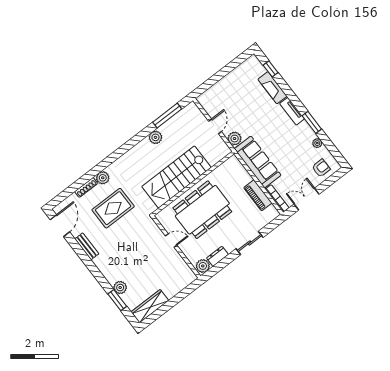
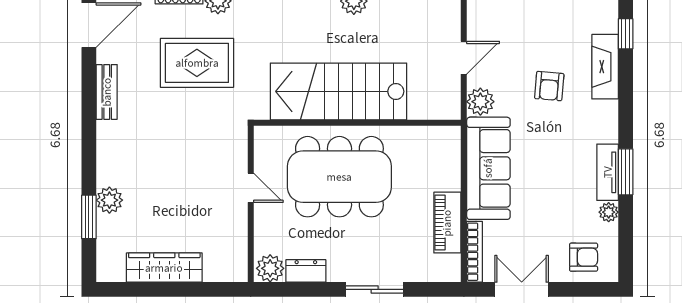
tv unit: (292, 111) -> (608, 172), moved
armchair: (257, 112) -> (549, 86), added
wardrobe: (150, 306) -> (164, 268), moved

